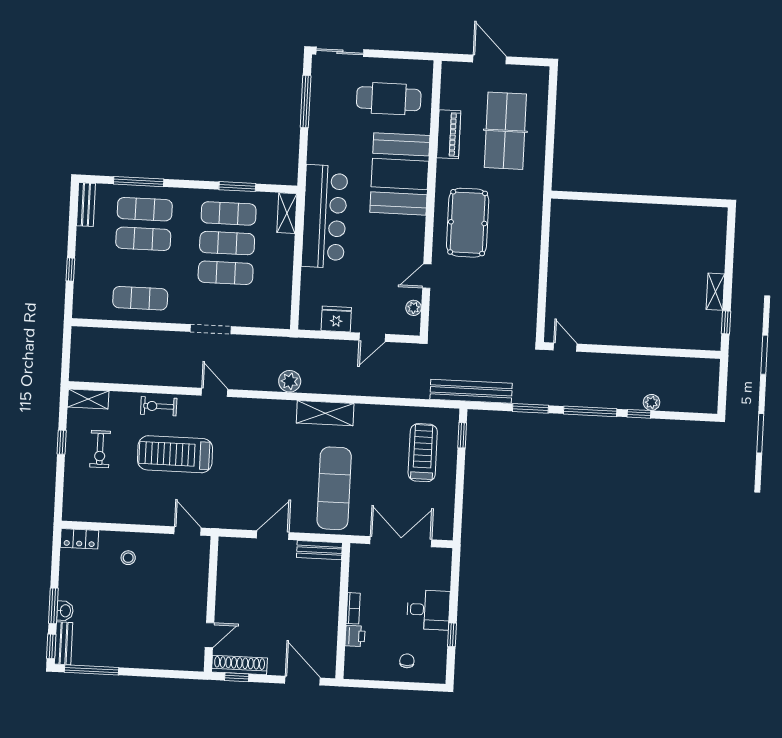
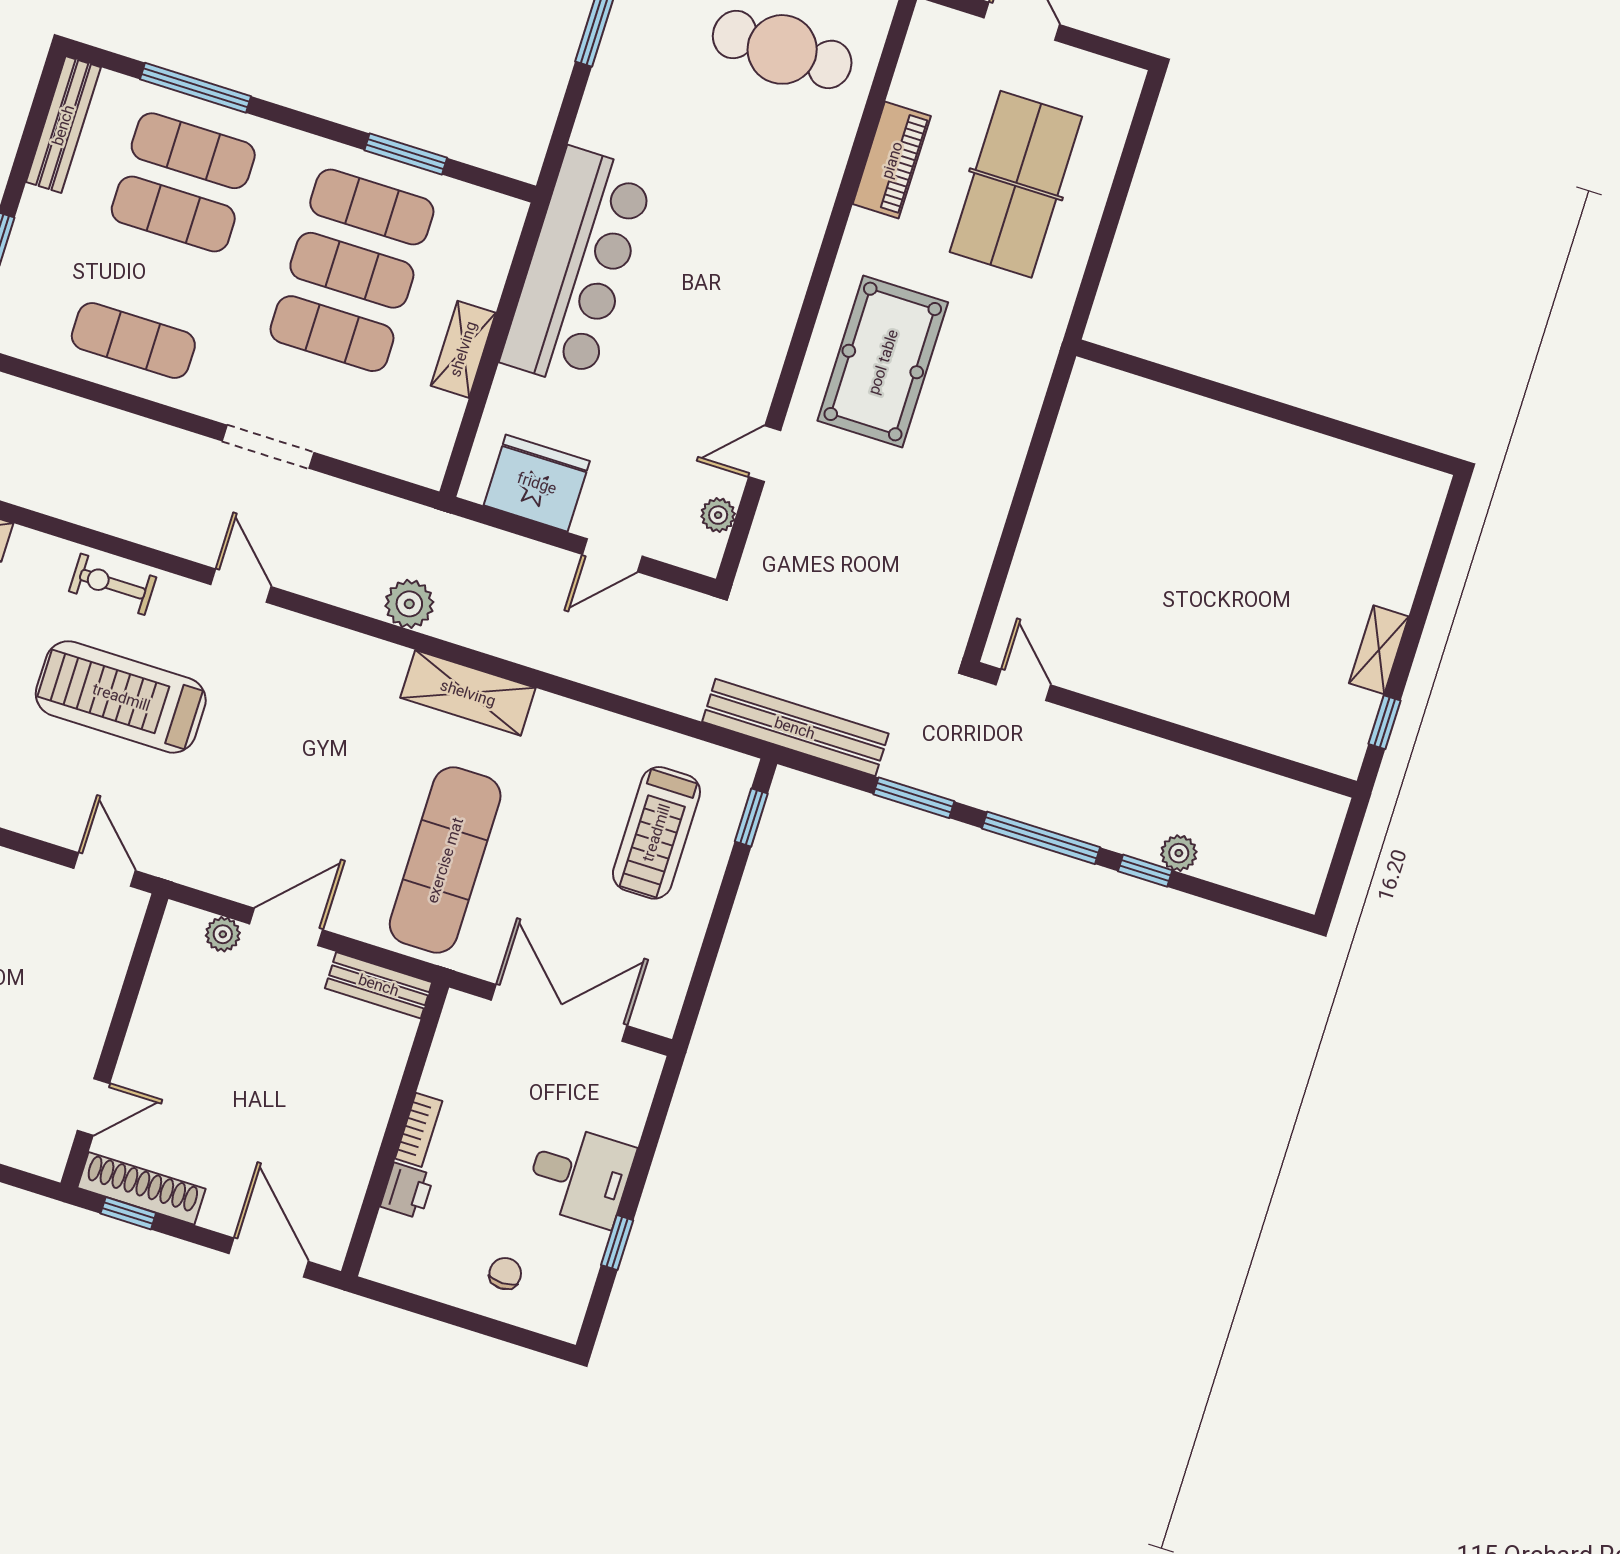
booth: (400, 174) -> (764, 218), removed
bench: (86, 205) -> (63, 125), width x1.36
shelving: (287, 213) -> (463, 349), moved
fridge: (336, 319) -> (537, 483), width x1.36, depth x1.34
treadmill: (423, 453) -> (656, 833), turned 180
plant: (246, 546) -> (223, 934), added

